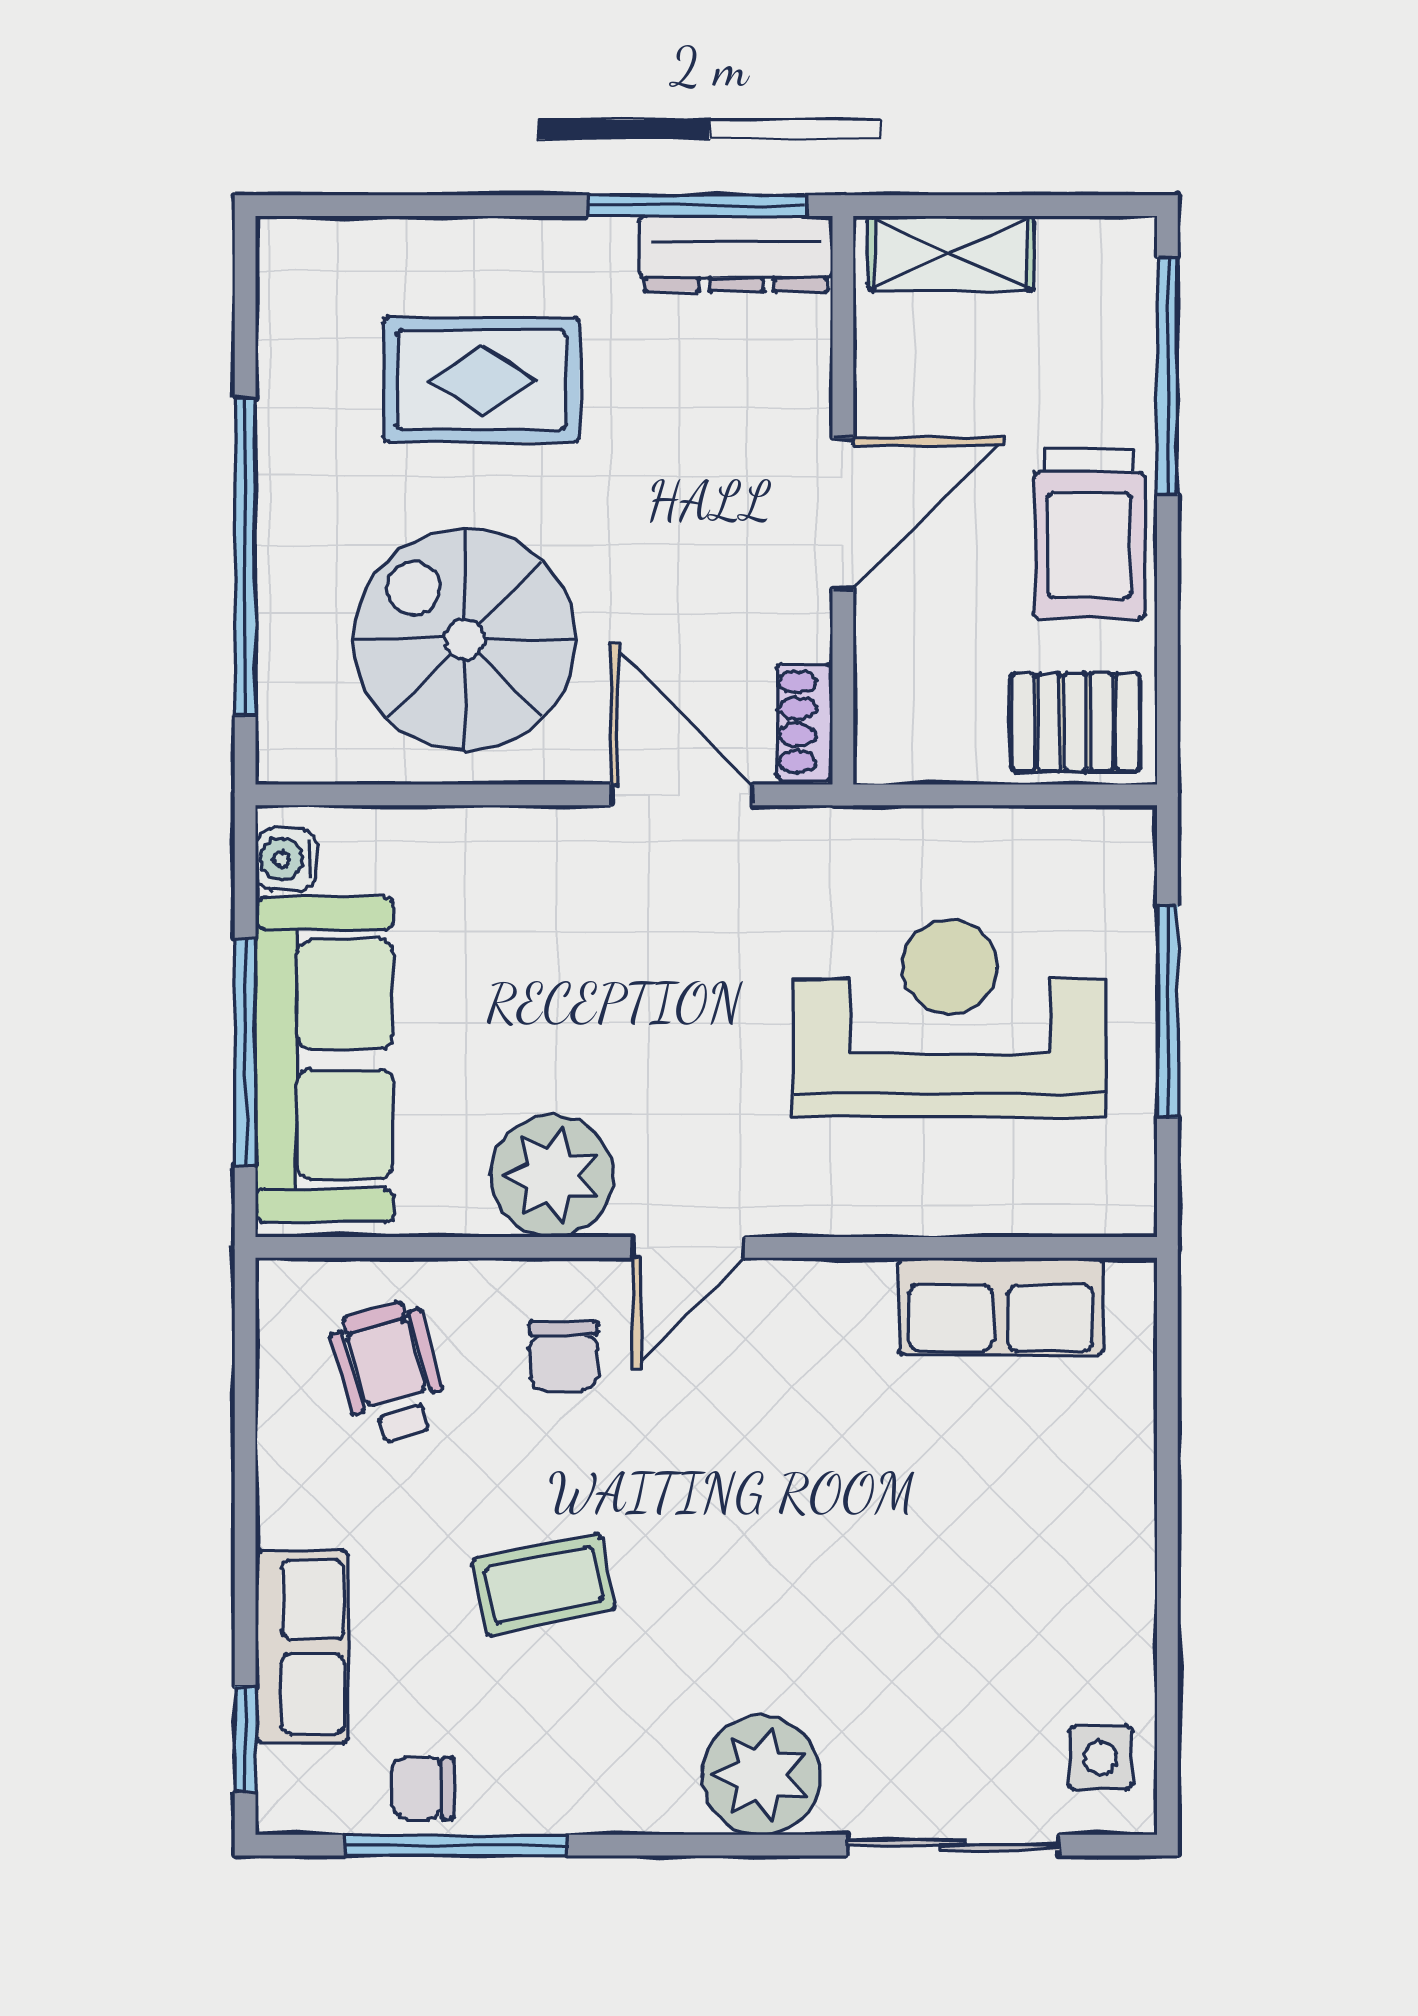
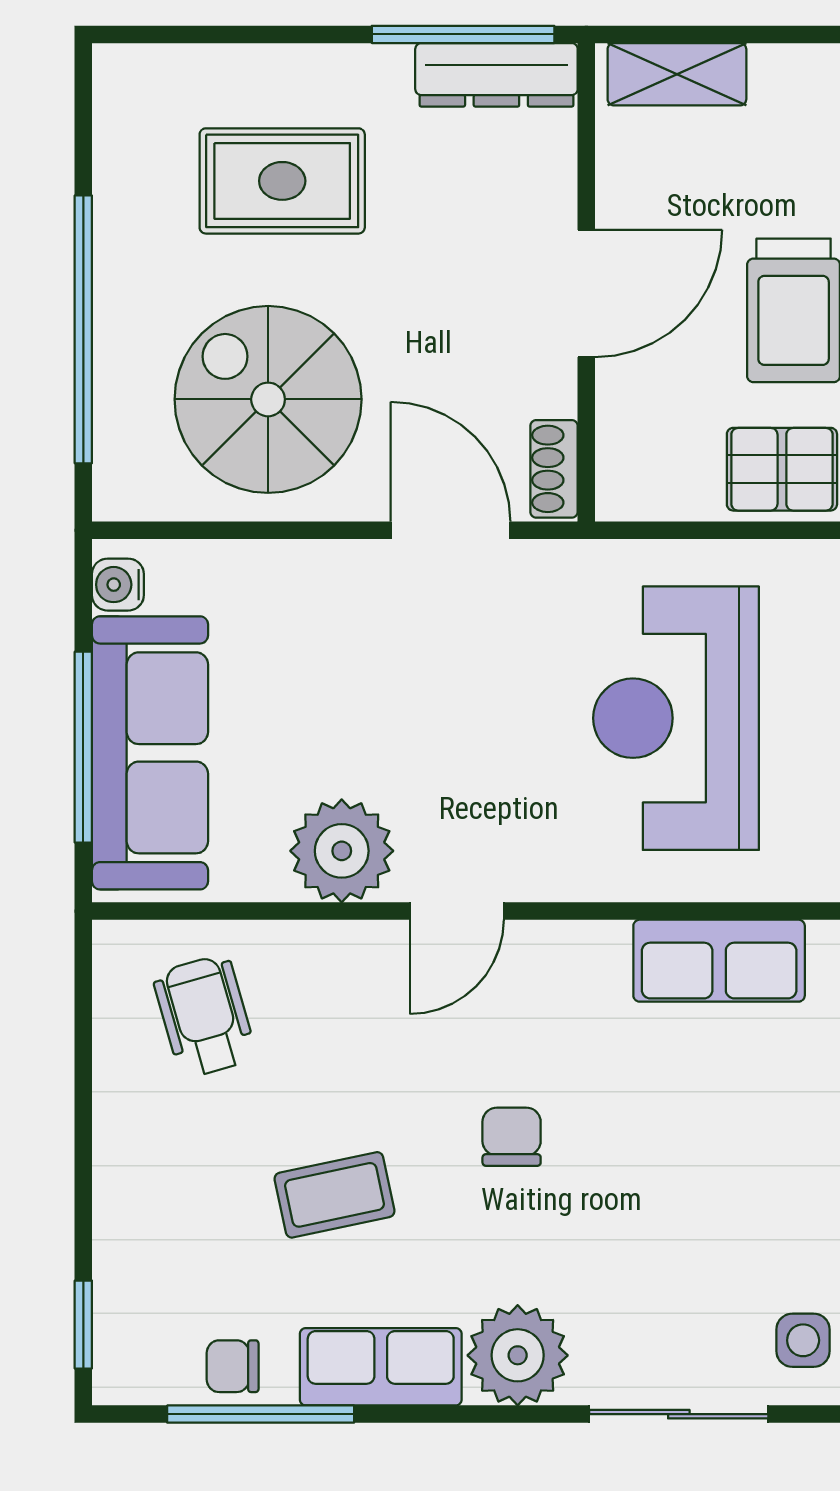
reception desk: (950, 1018) -> (676, 718), turned -90
chair: (563, 1356) -> (512, 1137), moved, turned 180
row of seats: (301, 1647) -> (381, 1367), moved, turned -90

